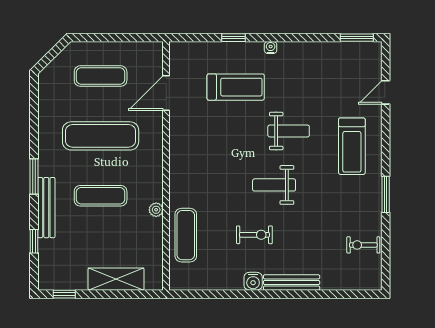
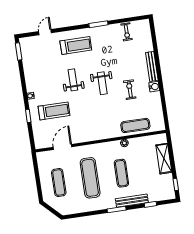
treadmill: (236, 87) -> (54, 111), turned 90
door: (386, 92) -> (45, 32), swing flipped
door: (166, 93) -> (62, 147), swing flipped

